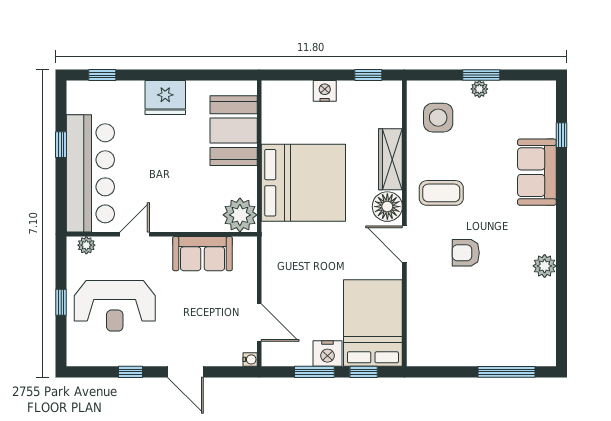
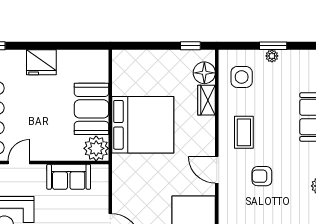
nightstand: (325, 91) -> (158, 57), removed
booth: (234, 131) -> (92, 109), moved
wardrobe: (390, 159) -> (207, 100), width x0.67
coffee table: (441, 193) -> (244, 132), turned 90
floor lamp: (387, 207) -> (204, 73), moved

